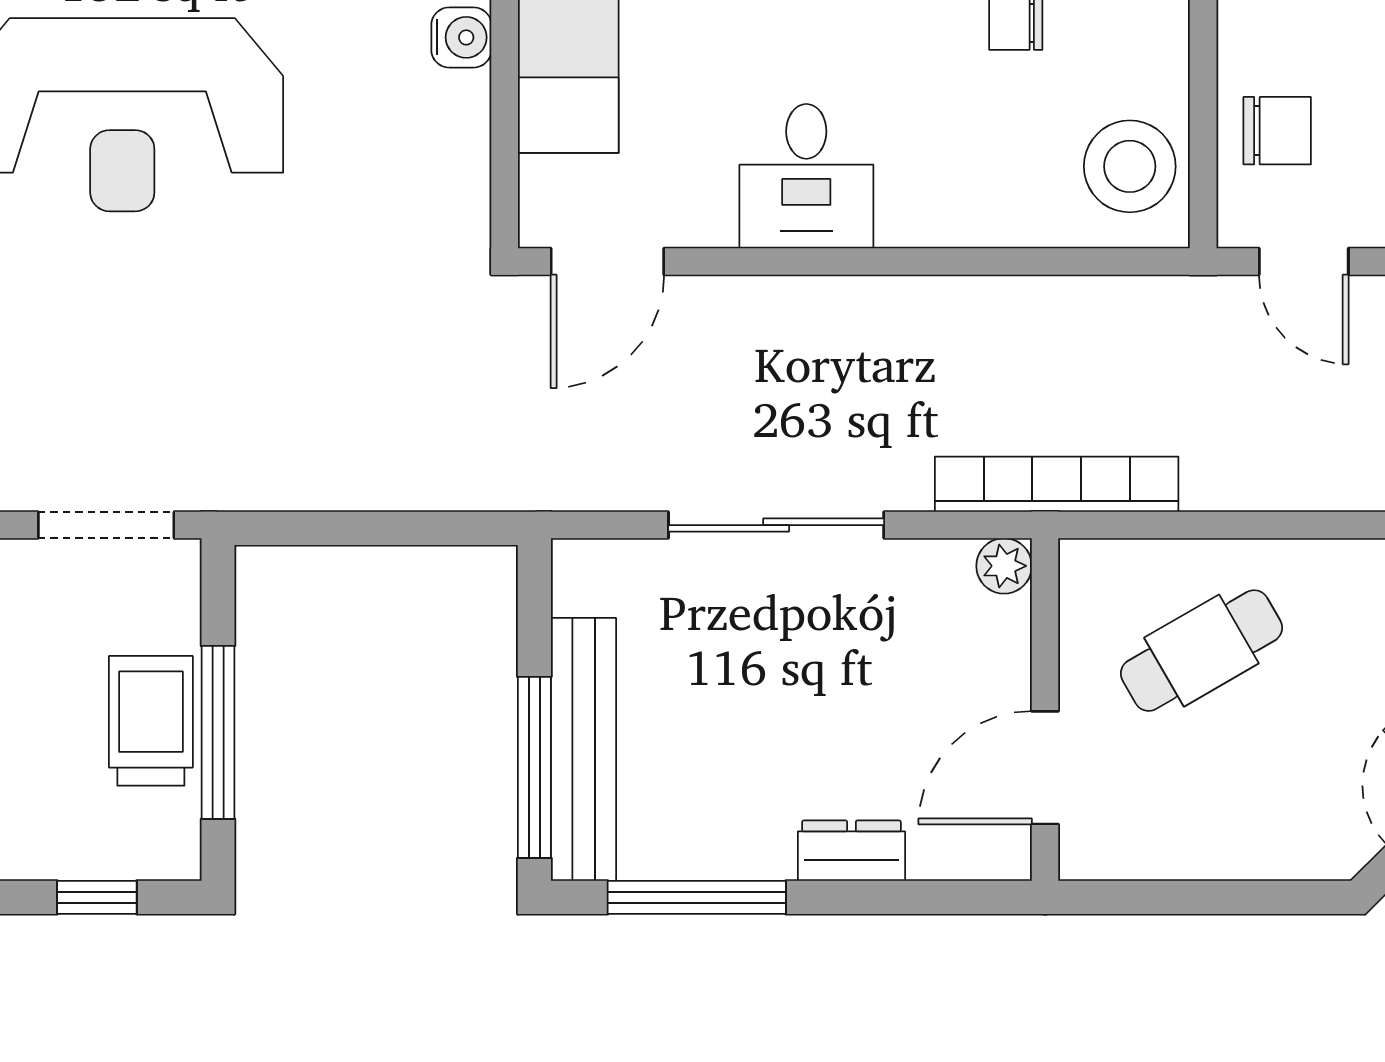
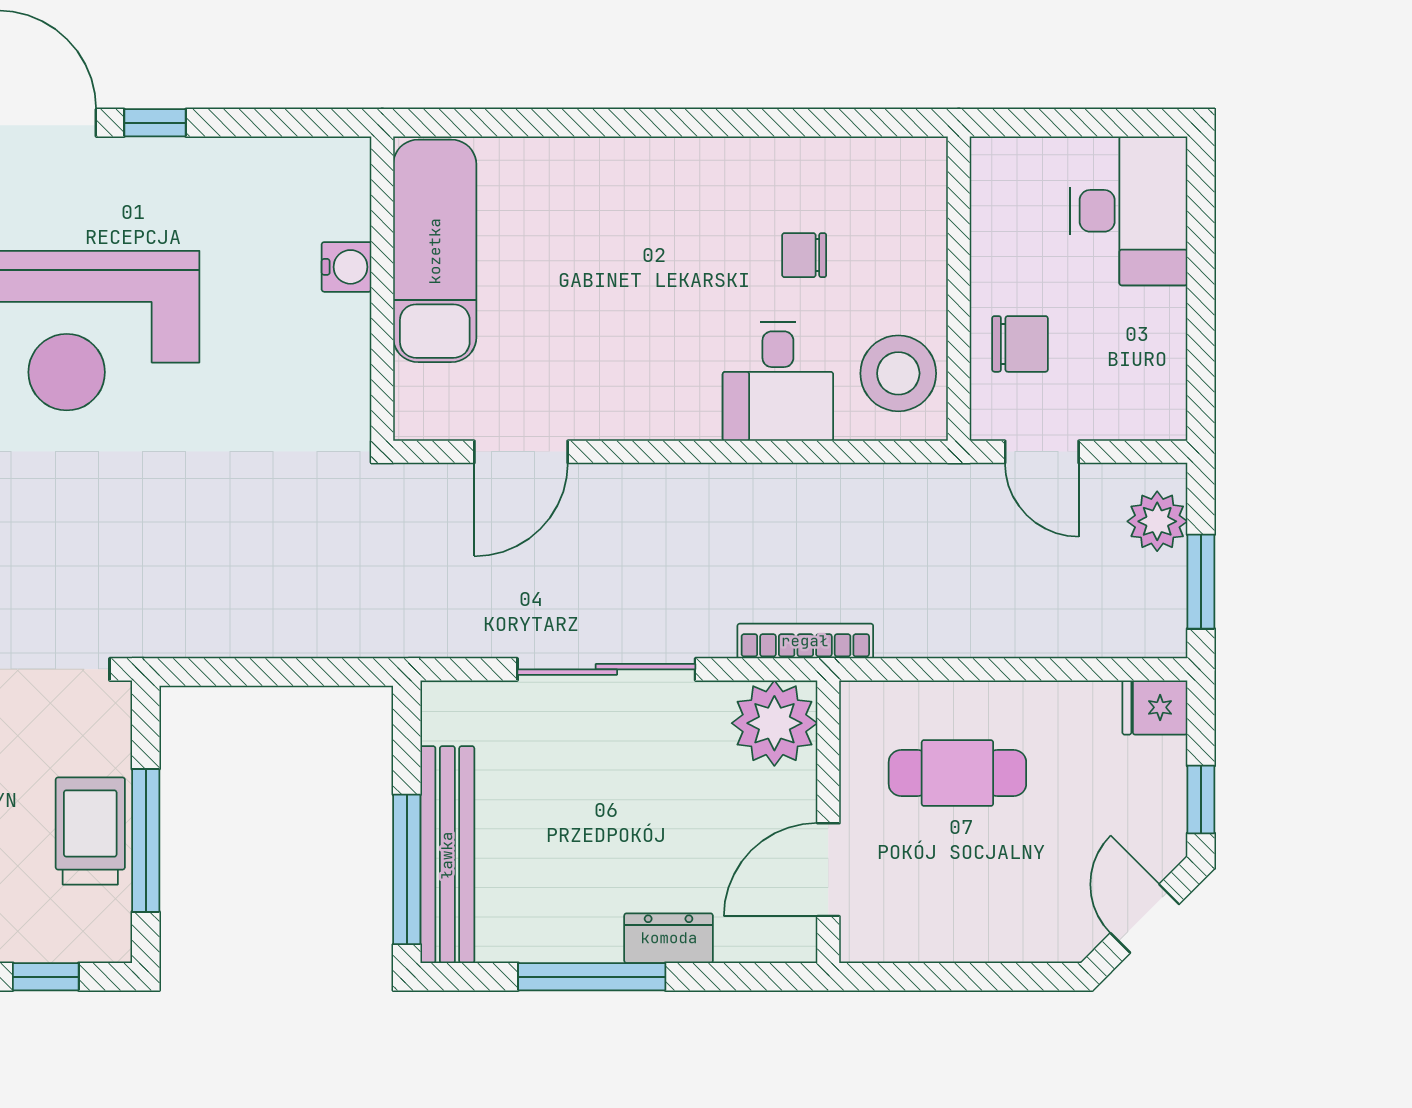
desk: (806, 176) -> (778, 381), moved
door: (607, 261) -> (521, 452), moved
bookcase: (1057, 484) -> (805, 641), width x0.68, depth x0.76
plant: (1004, 566) -> (774, 723), width x1.87, depth x1.87
cafe table: (1201, 651) -> (957, 773), turned 30
window: (697, 897) -> (592, 977), moved

